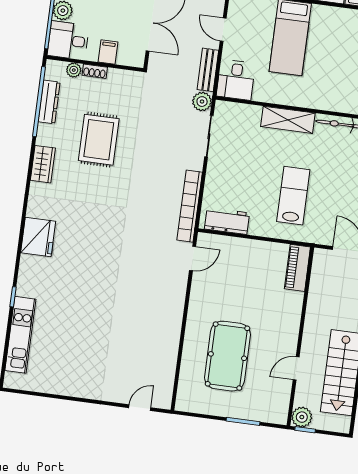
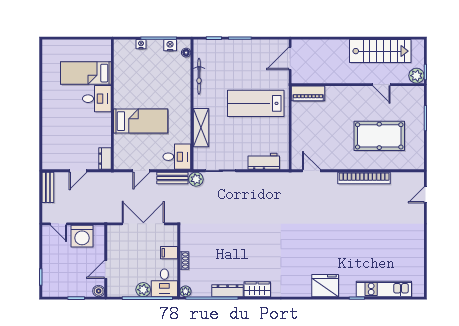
plant: (74, 70) -> (185, 291), moved
dresser: (49, 102) -> (228, 291), moved
shelving: (288, 120) -> (201, 128), moved
rug: (99, 140) -> (234, 251), removed
lab bench: (293, 196) -> (256, 103), width x1.36, depth x1.39
bookcase: (190, 206) -> (364, 178), moved
workbench: (227, 221) -> (264, 161), moved, turned 90
fridge: (38, 237) -> (325, 286), moved
door: (140, 408) -> (425, 195), hinge flipped

